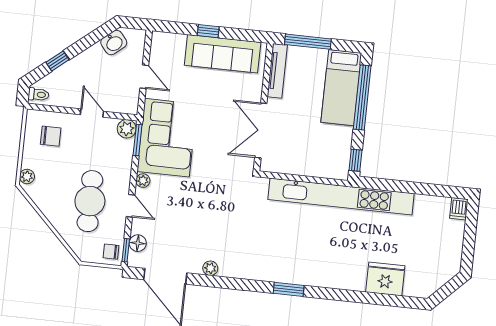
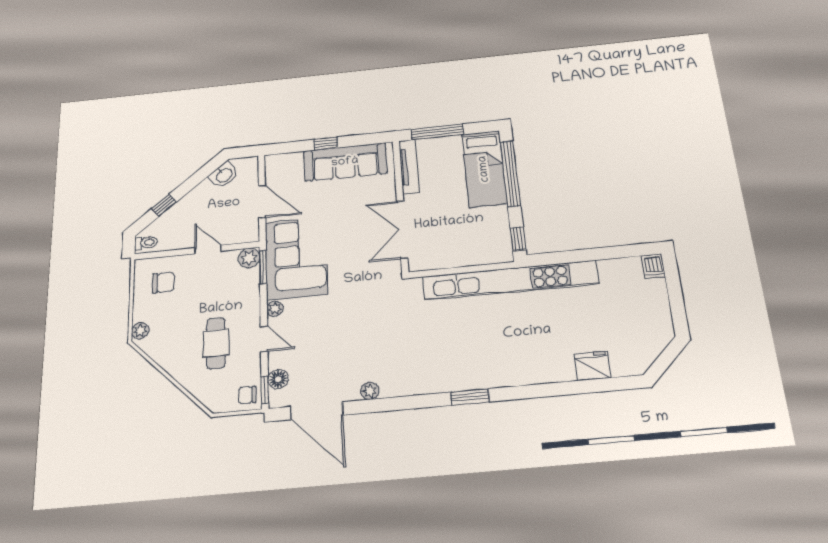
door: (144, 77) -> (262, 202), width x1.38
cafe table: (90, 201) -> (216, 343), width x0.73, depth x0.74
fridge: (385, 279) -> (592, 366), width x0.73, depth x0.75

